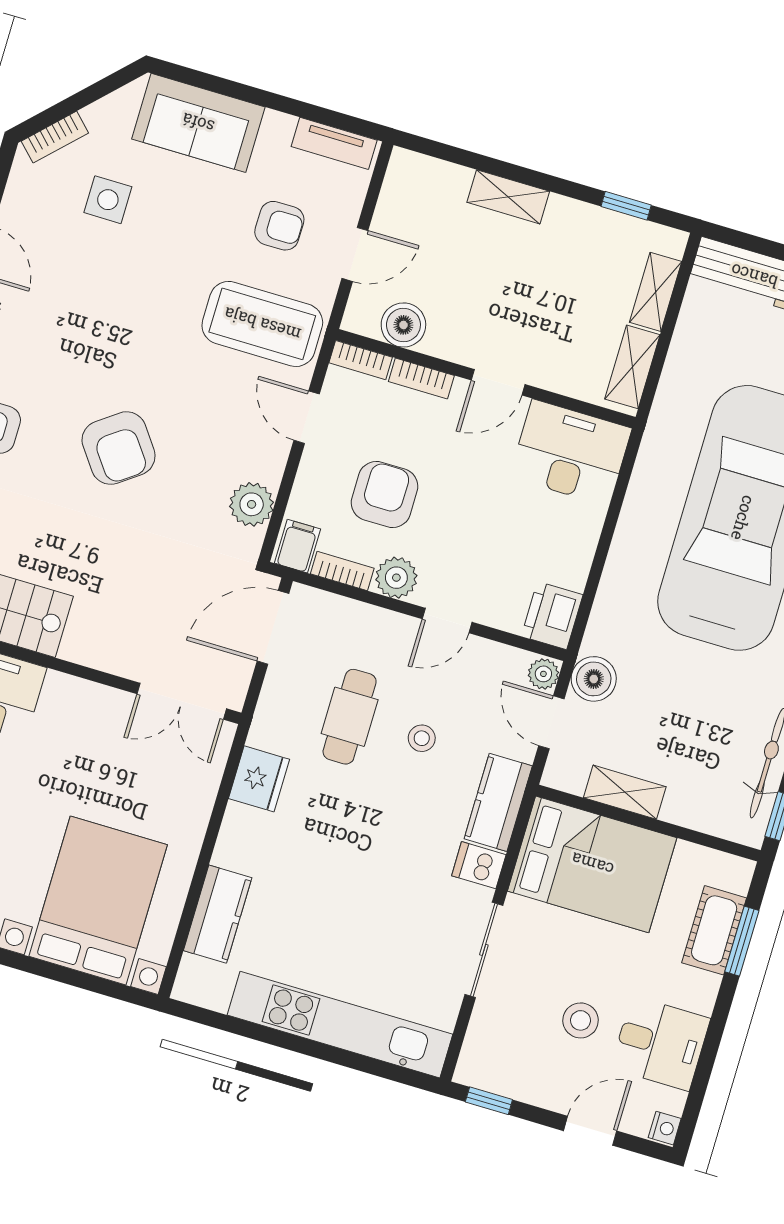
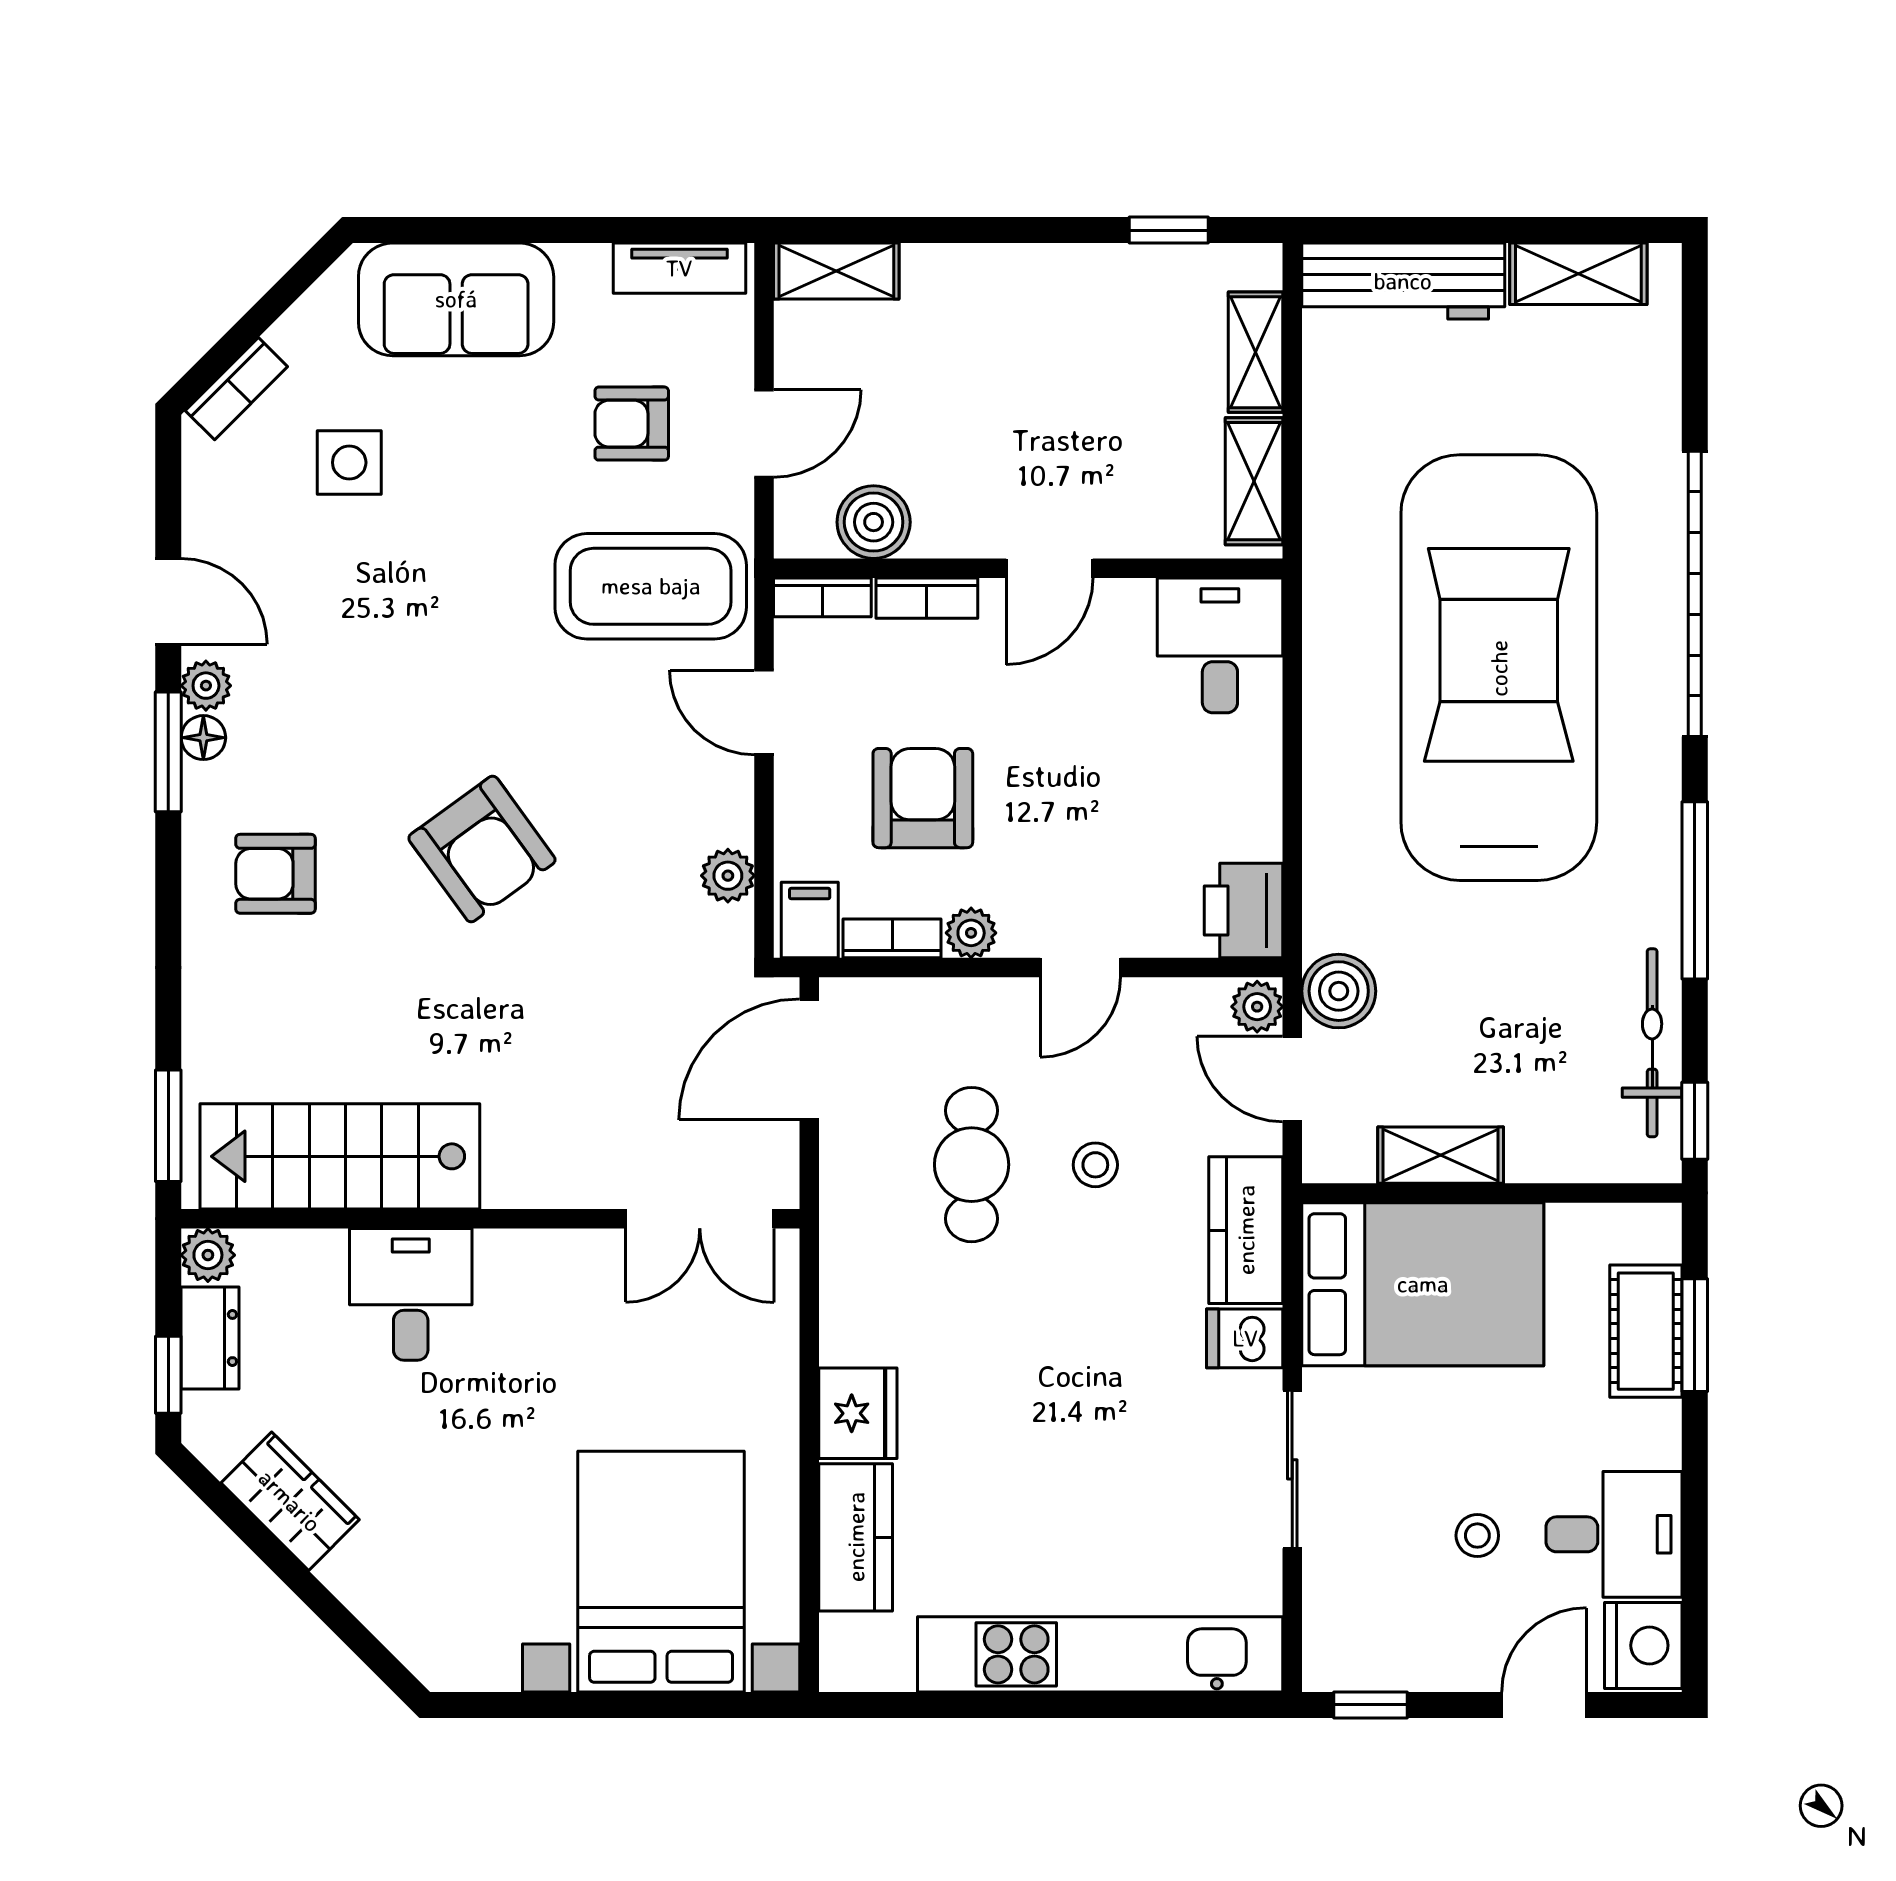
shelving: (508, 197) -> (836, 271), moved
armchair: (279, 226) -> (632, 424), turned 180
desk: (571, 453) -> (1220, 645), width x0.73
plant: (252, 504) -> (728, 876), width x0.73, depth x0.73
plant: (396, 578) -> (971, 933), width x0.73, depth x0.73
fridge: (259, 779) -> (858, 1413), moved
stool: (581, 1020) -> (1477, 1536), width x0.73, depth x0.73
nightstand: (665, 1128) -> (1643, 1645), width x1.89, depth x1.79

